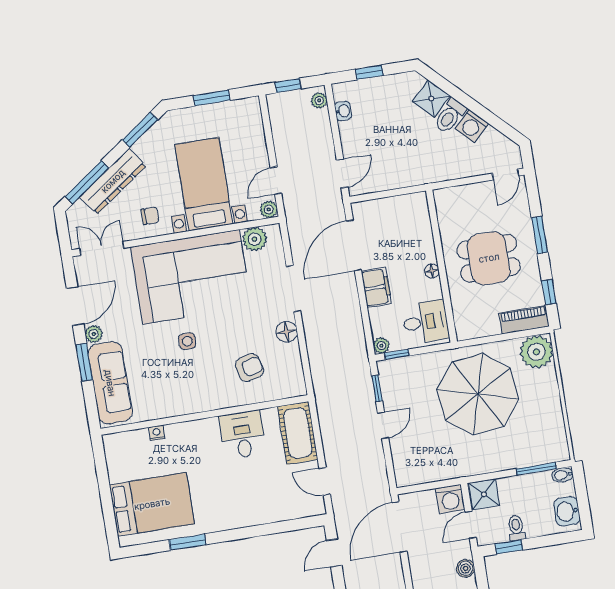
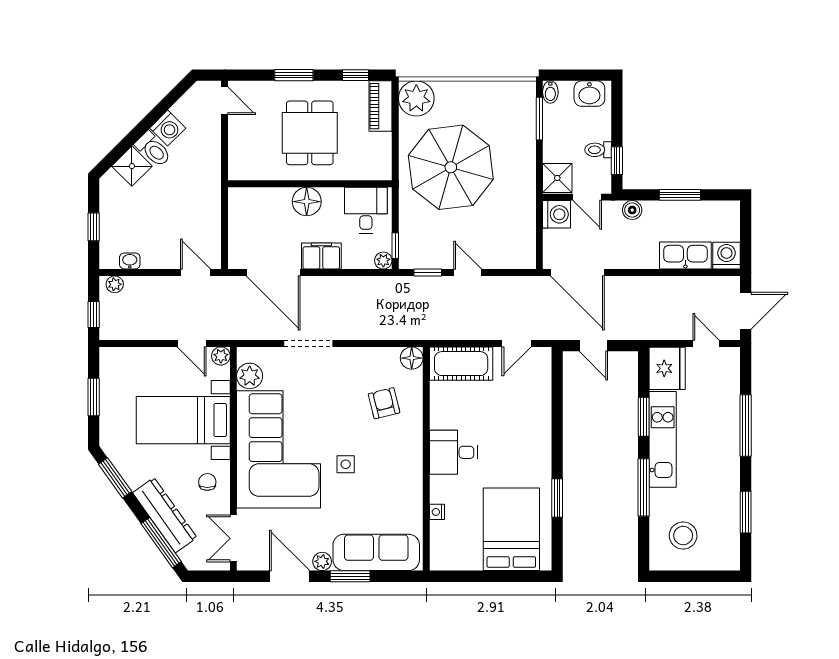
floor lamp: (432, 271) -> (307, 202), width x1.89, depth x1.89
floor lamp: (287, 332) -> (412, 358), moved
desk: (242, 435) -> (453, 452), moved

